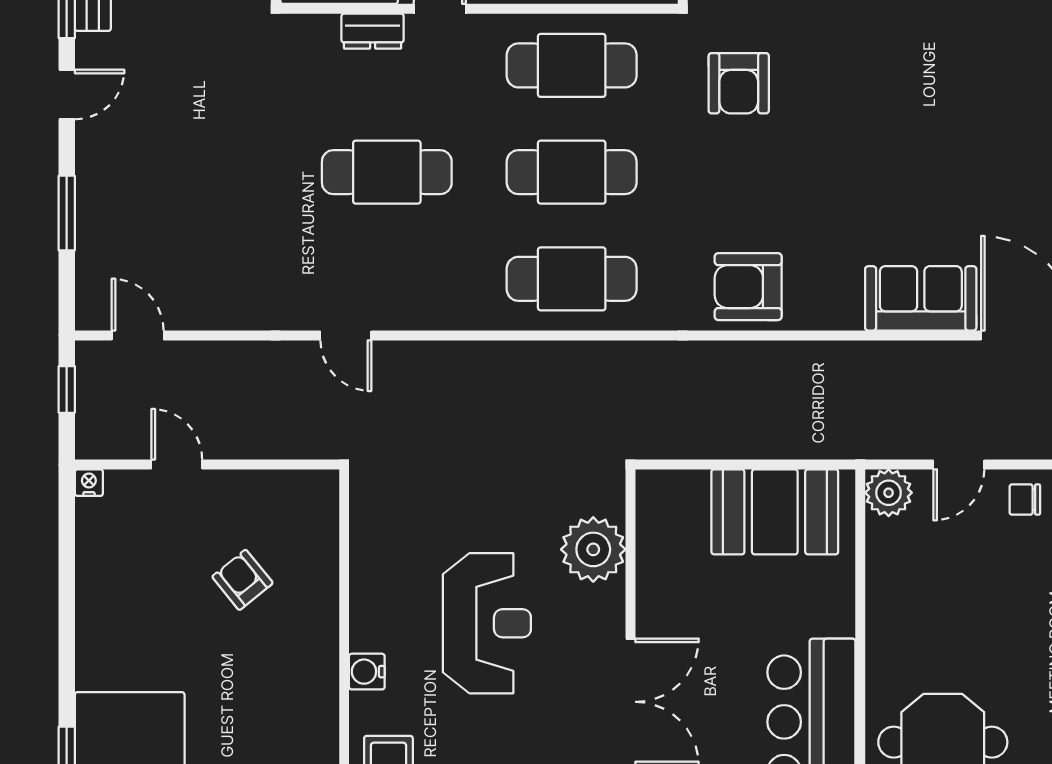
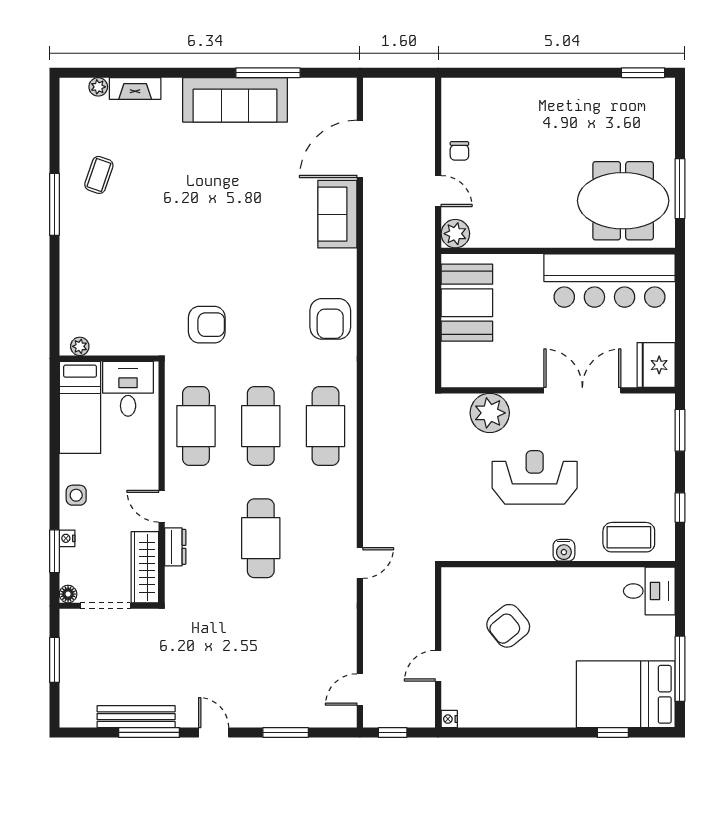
armchair: (242, 580) -> (508, 626), width x1.38, depth x1.38

